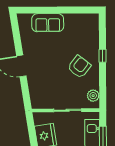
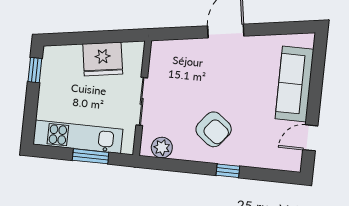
door: (78, 10) -> (310, 138), added
sofa: (48, 23) -> (294, 84), width x1.36

